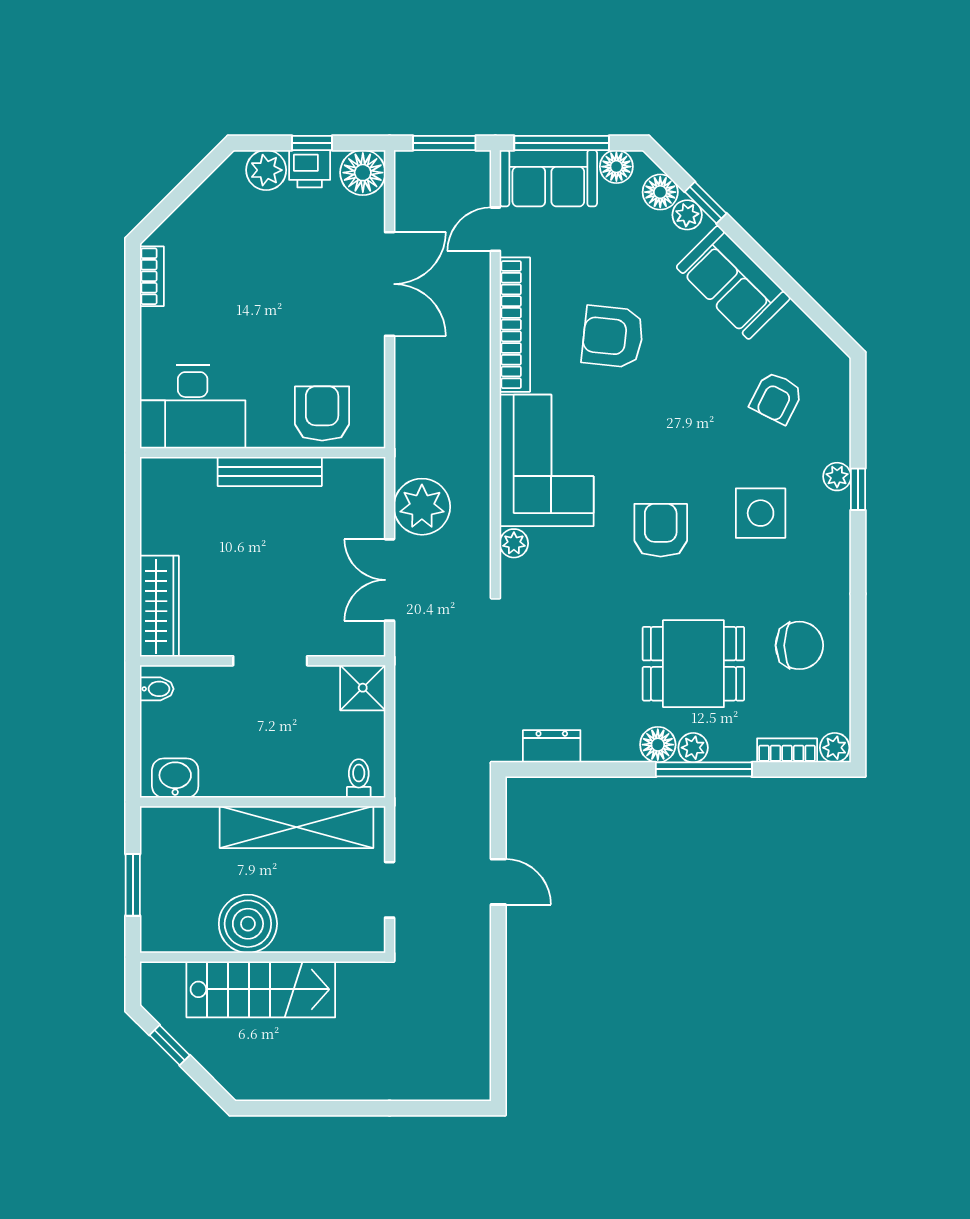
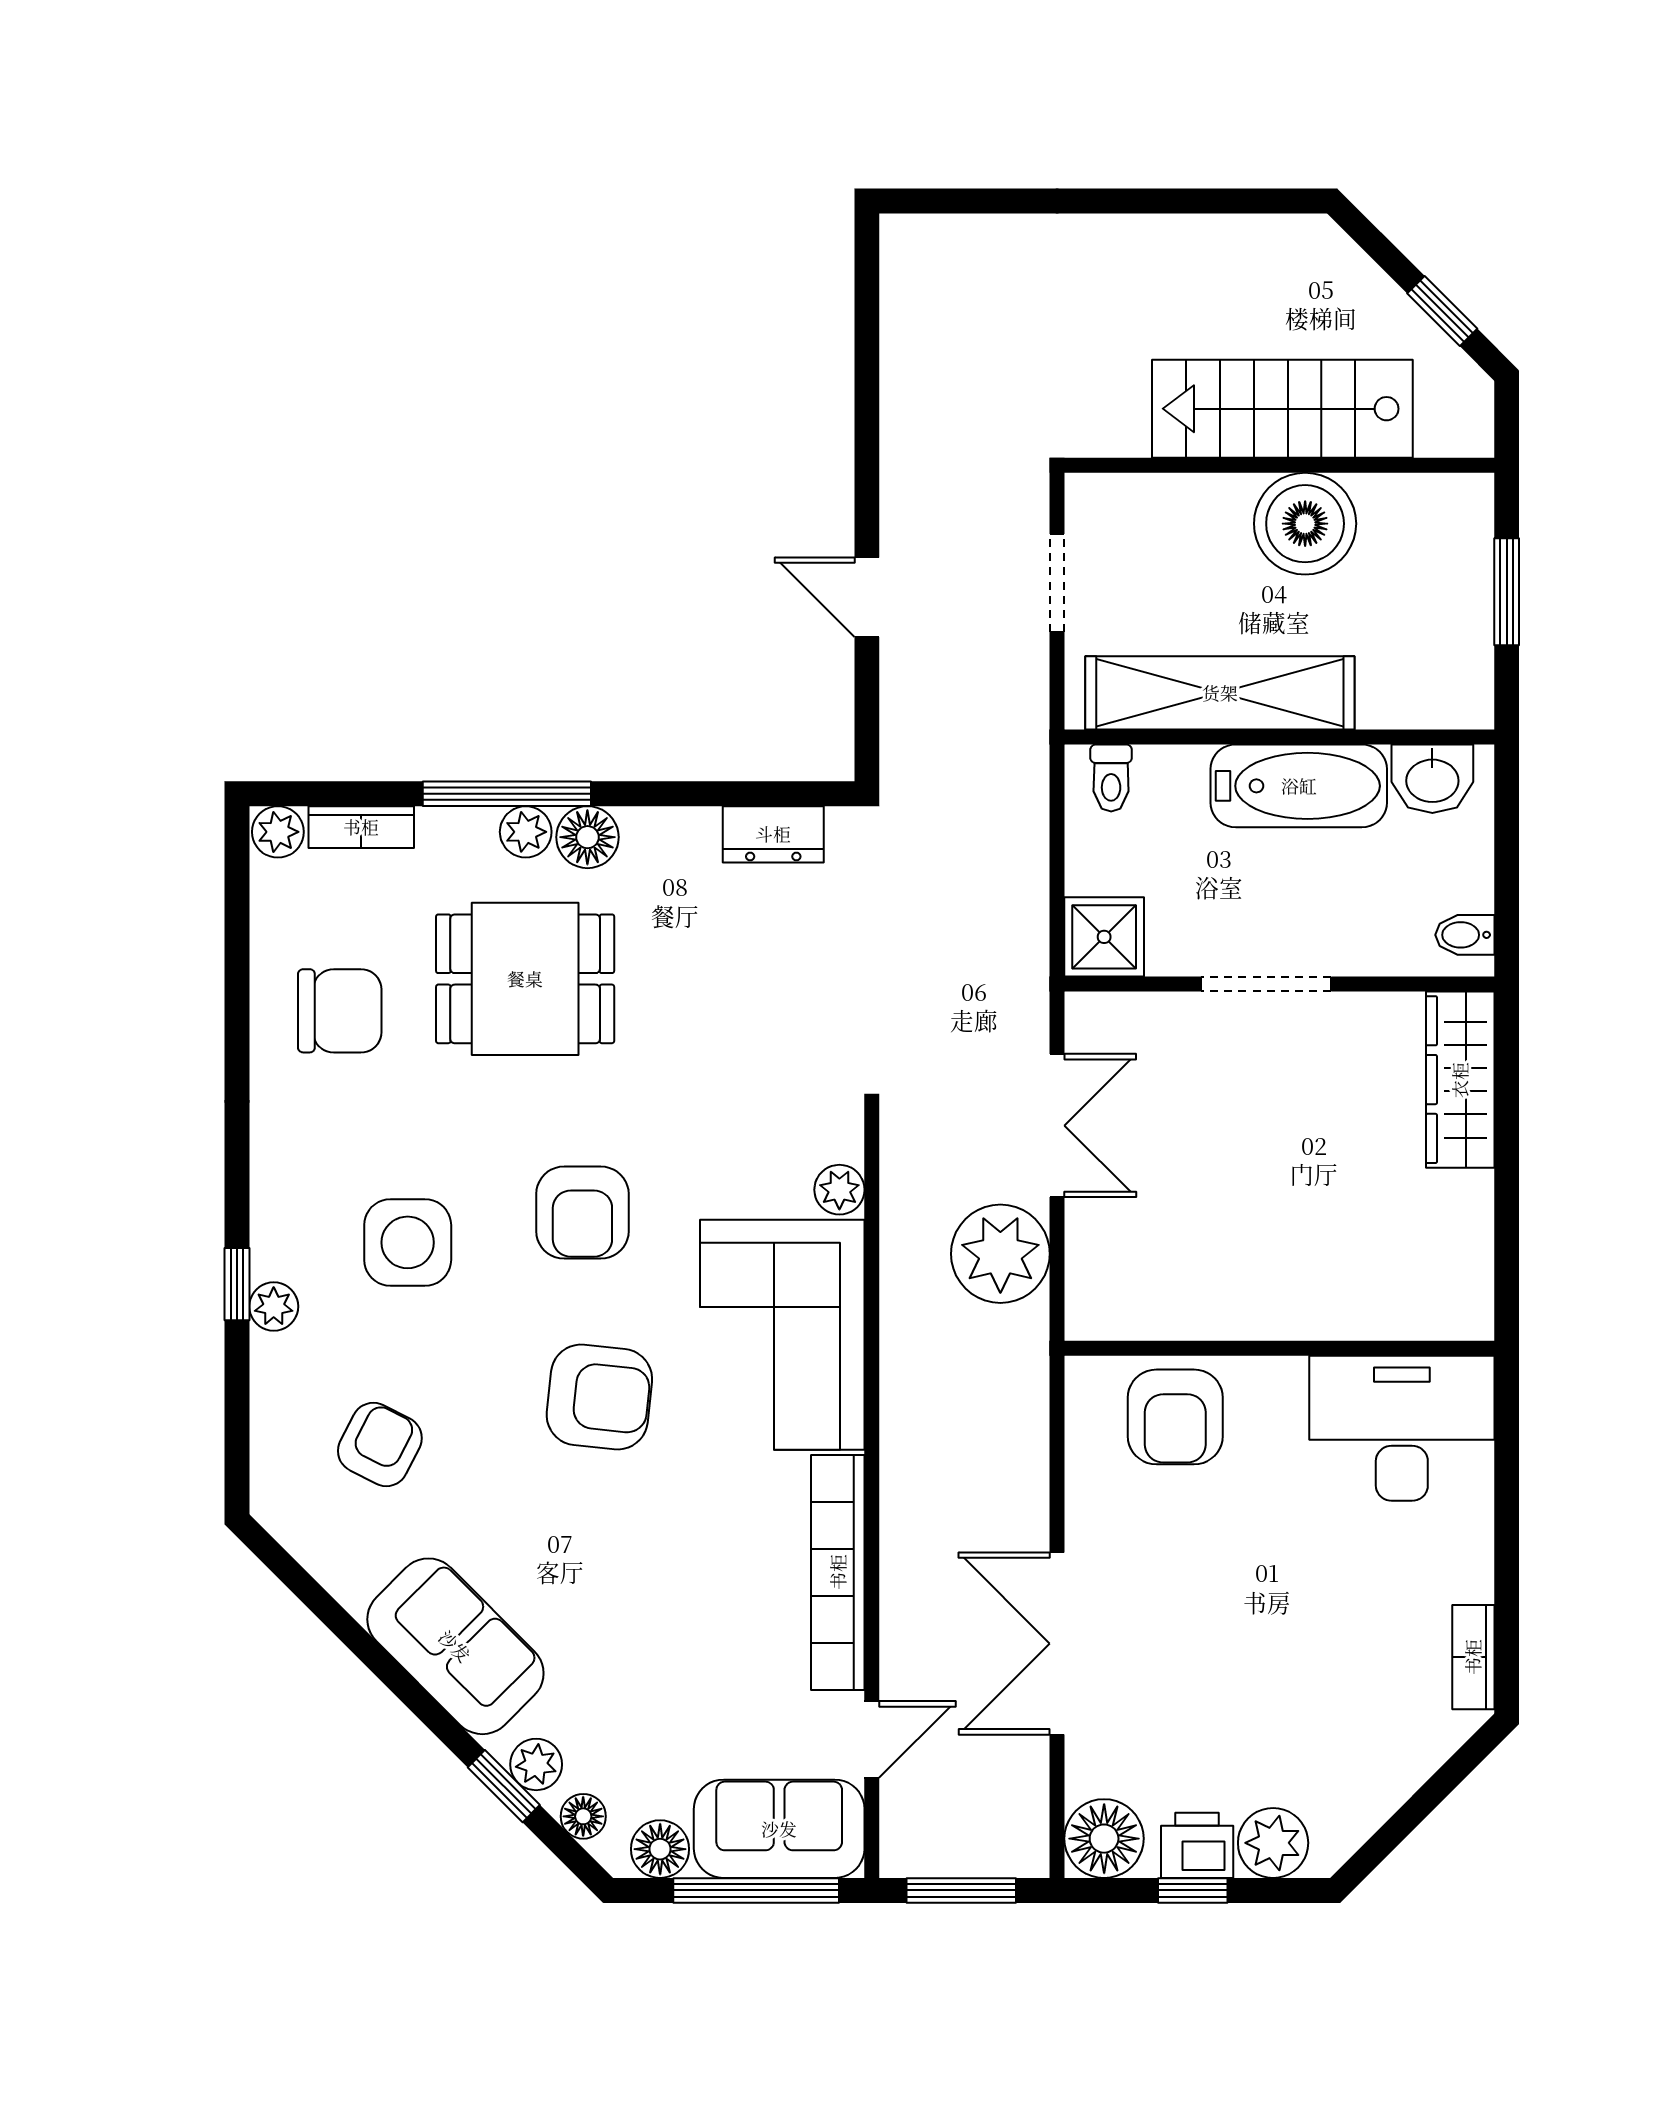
floor lamp: (660, 192) -> (583, 1816), width x0.73, depth x0.73
armchair: (613, 337) -> (599, 1397), moved
bench: (270, 472) -> (1267, 1315), removed
chair: (799, 645) -> (340, 1011), turned 180
bathtub: (252, 774) -> (1299, 786), added

